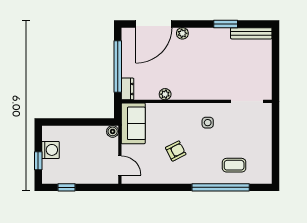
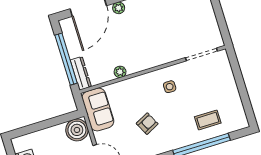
dresser: (128, 89) -> (81, 73), width x1.44
boiler: (113, 131) -> (77, 130), width x1.86, depth x1.86

